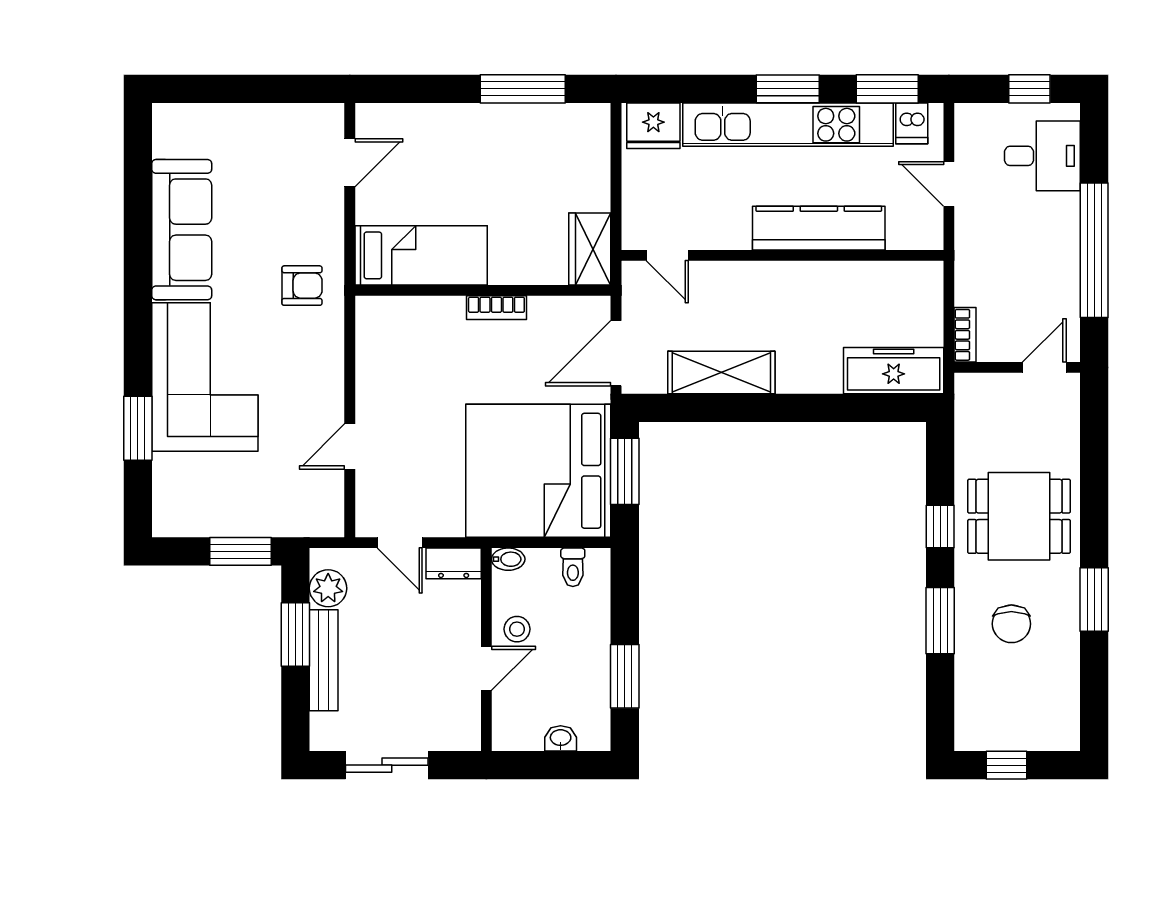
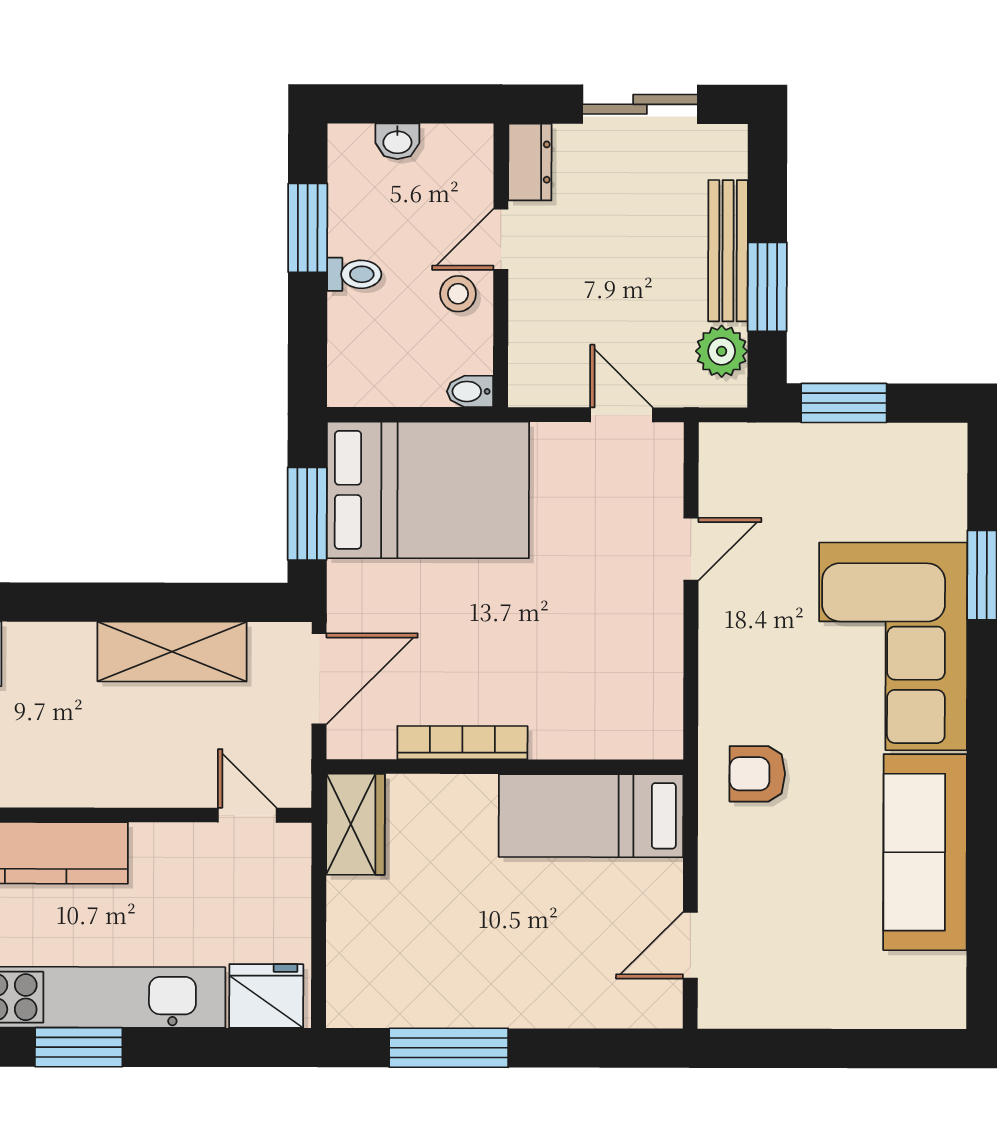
bookcase: (496, 308) -> (462, 743), width x1.56
bed: (538, 471) -> (428, 490), width x0.73
dresser: (454, 563) -> (530, 162), moved, turned 90
toilet: (573, 567) -> (354, 274), moved, turned 90

